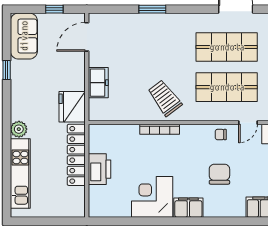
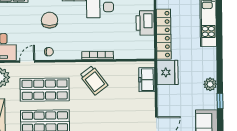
freezer: (98, 83) -> (147, 80), moved
plant: (19, 129) -> (210, 84), moved
chair: (219, 174) -> (50, 20), turned 180

